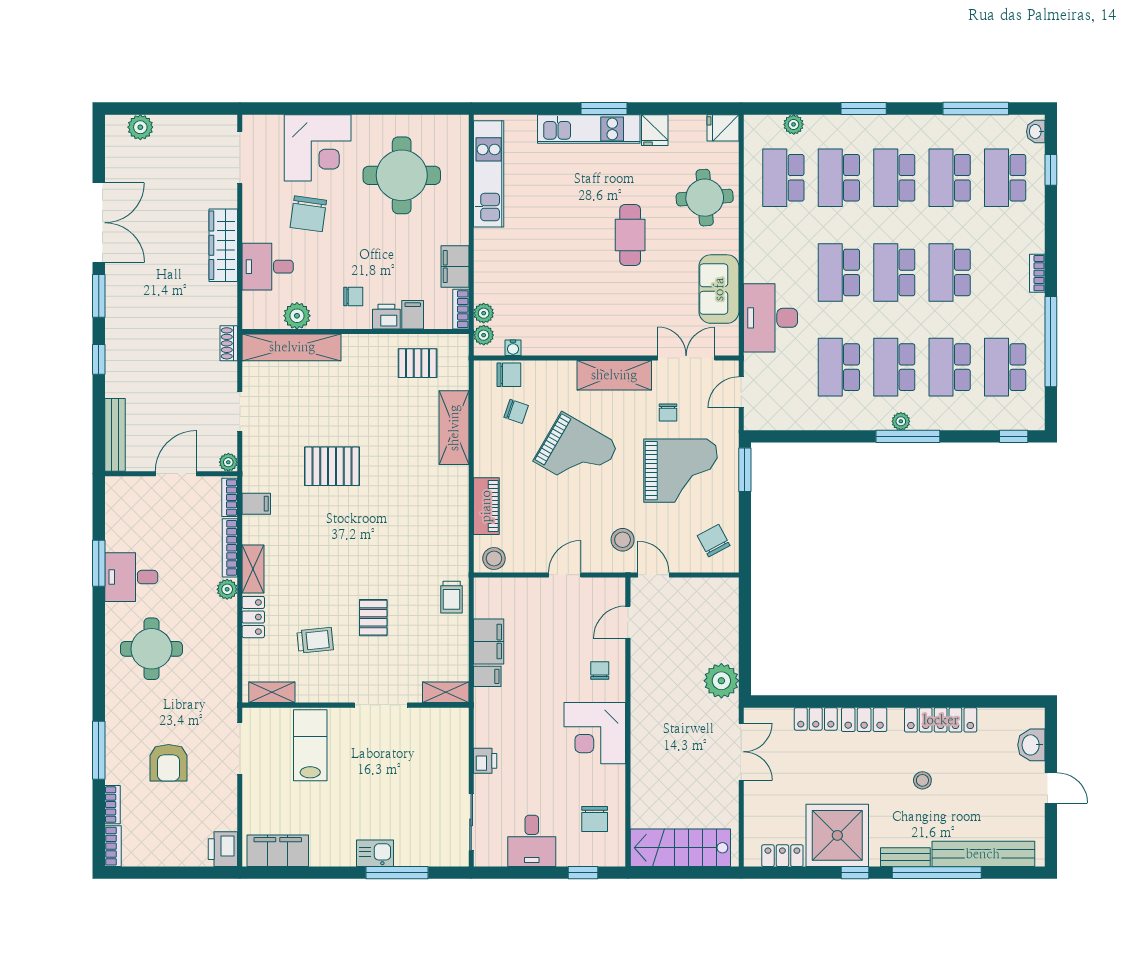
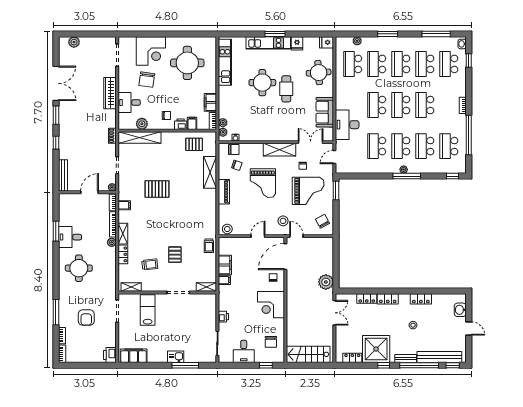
round table: (575, 221) -> (262, 83), added
grand piano: (576, 453) -> (263, 183), turned 60
piano: (486, 506) -> (224, 192), moved
door: (628, 622) -> (285, 257), width x1.87
locker: (941, 720) -> (421, 299), width x0.66
window: (1014, 873) -> (453, 365), added

